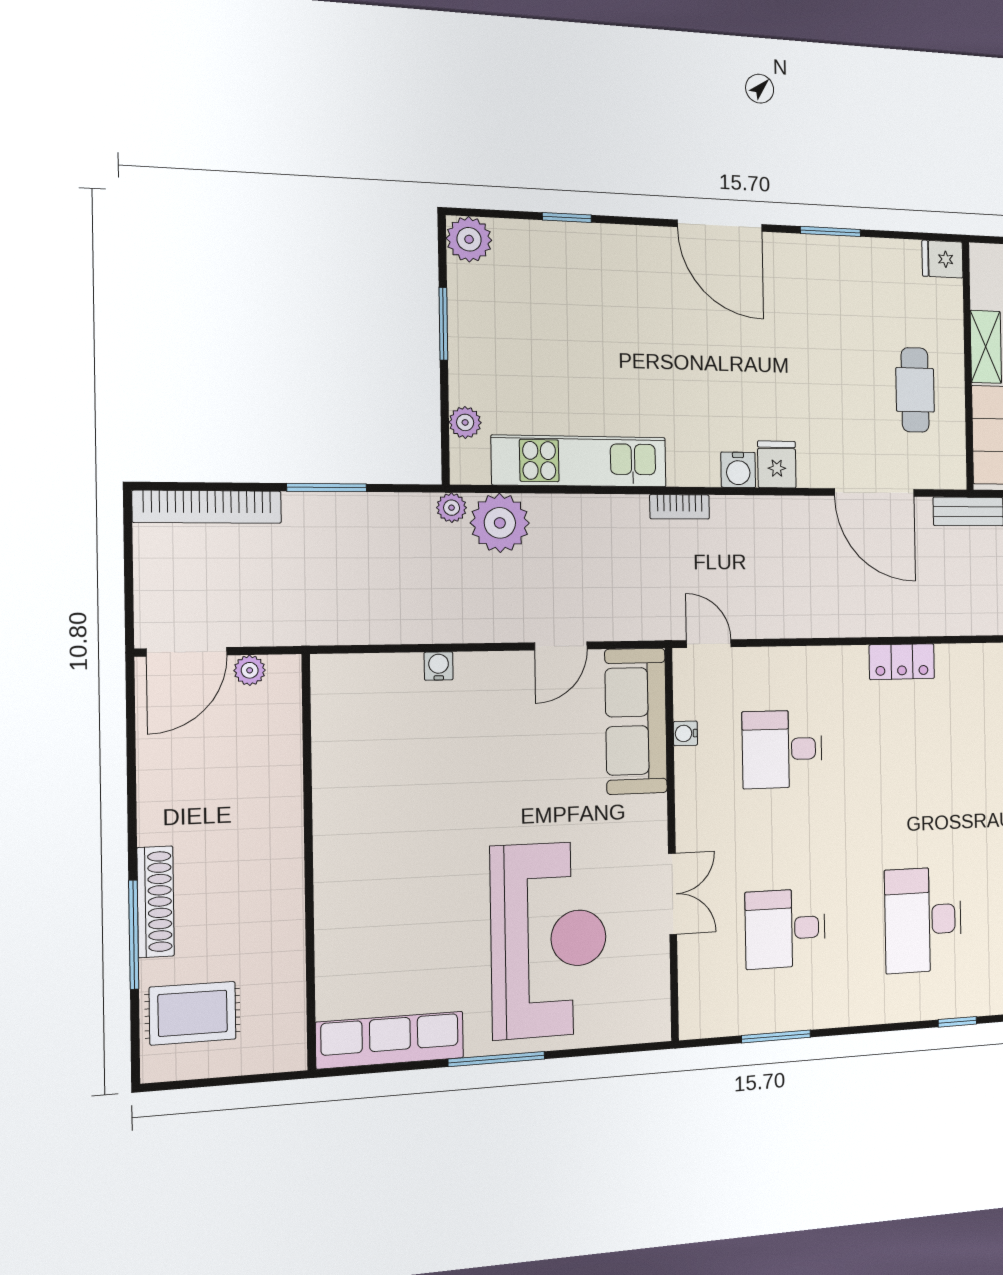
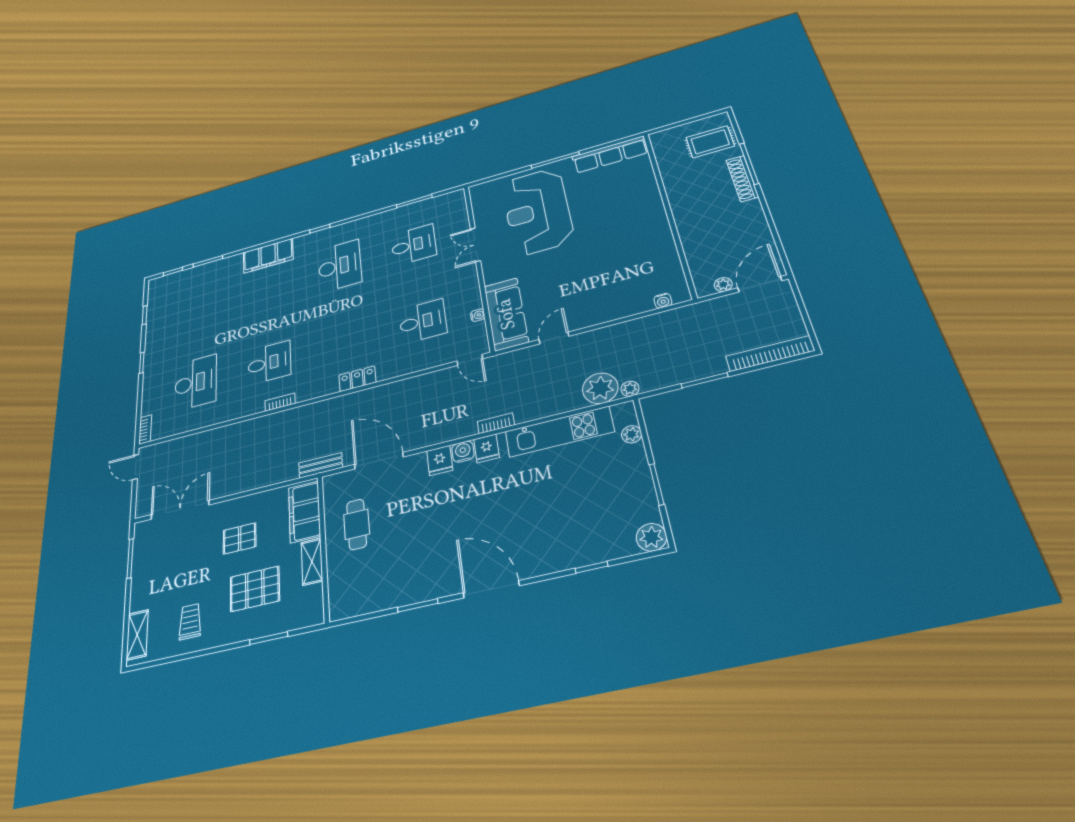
fridge: (942, 259) -> (487, 448), moved, turned 90
water cooler: (439, 666) -> (663, 301), moved

